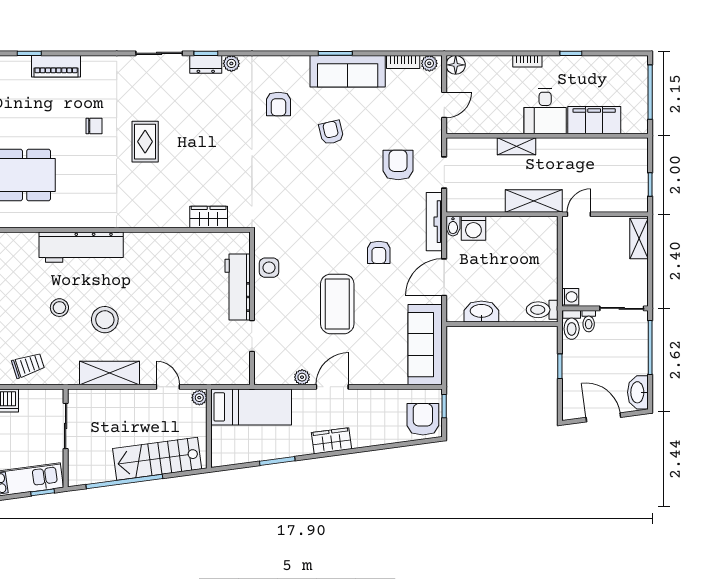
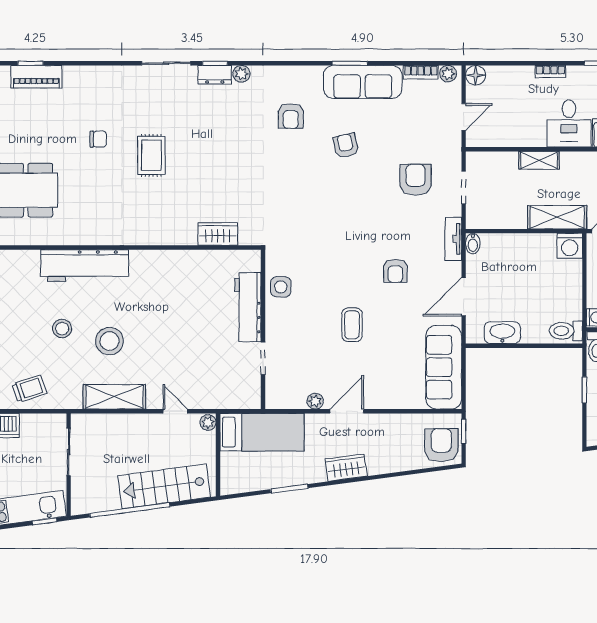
piano: (56, 66) -> (36, 77), moved
tv unit: (434, 222) -> (453, 239), width x0.71
washing machine: (473, 228) -> (570, 246), moved
coffee table: (337, 304) -> (352, 325), width x0.54, depth x0.58

